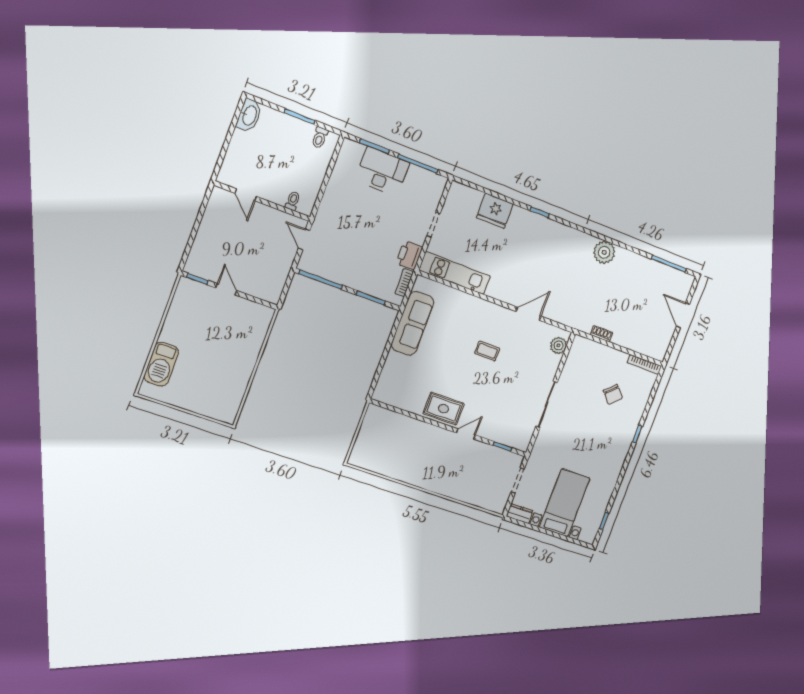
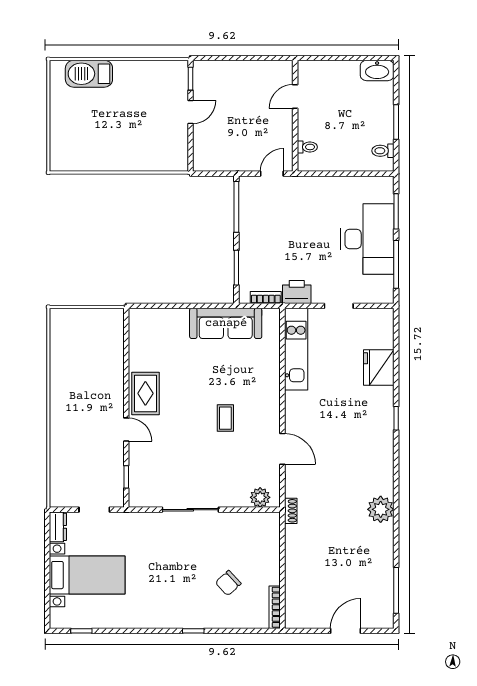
desk: (382, 171) -> (367, 239), width x1.36, depth x1.30
shoe rack: (602, 334) -> (291, 511), moved

